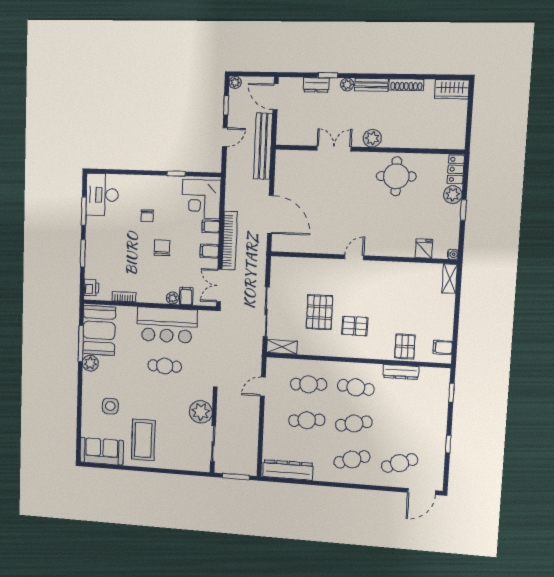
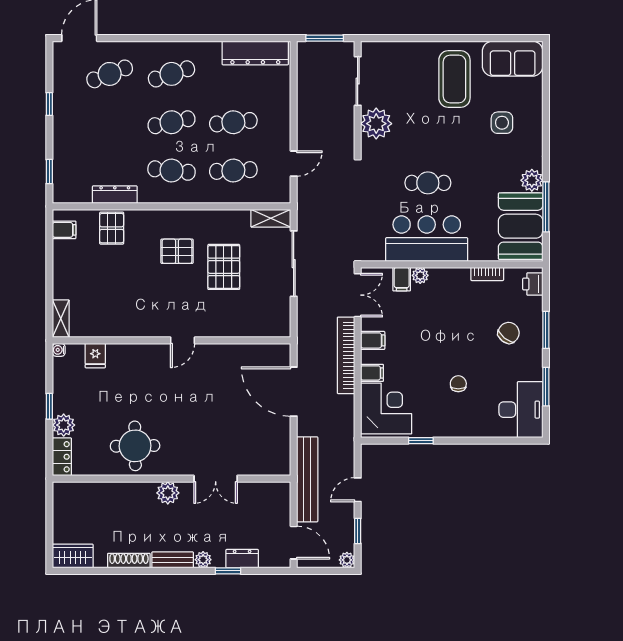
chair: (162, 248) -> (509, 333), moved, turned -141

